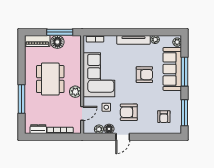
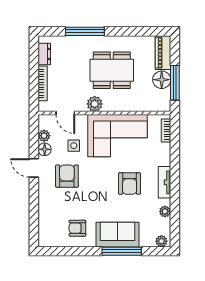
tv unit: (133, 40) -> (165, 182), width x0.71
sofa: (172, 69) -> (118, 235), width x0.73
armchair: (144, 75) -> (130, 184), moved
window: (185, 113) -> (66, 251), removed
armchair: (164, 117) -> (77, 228), moved

